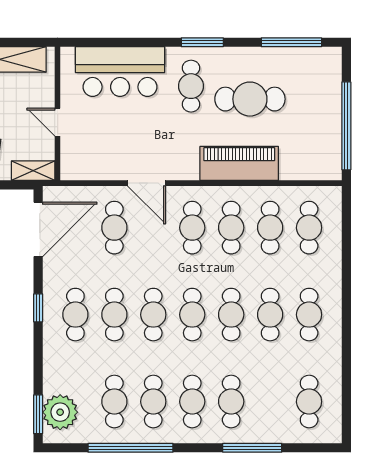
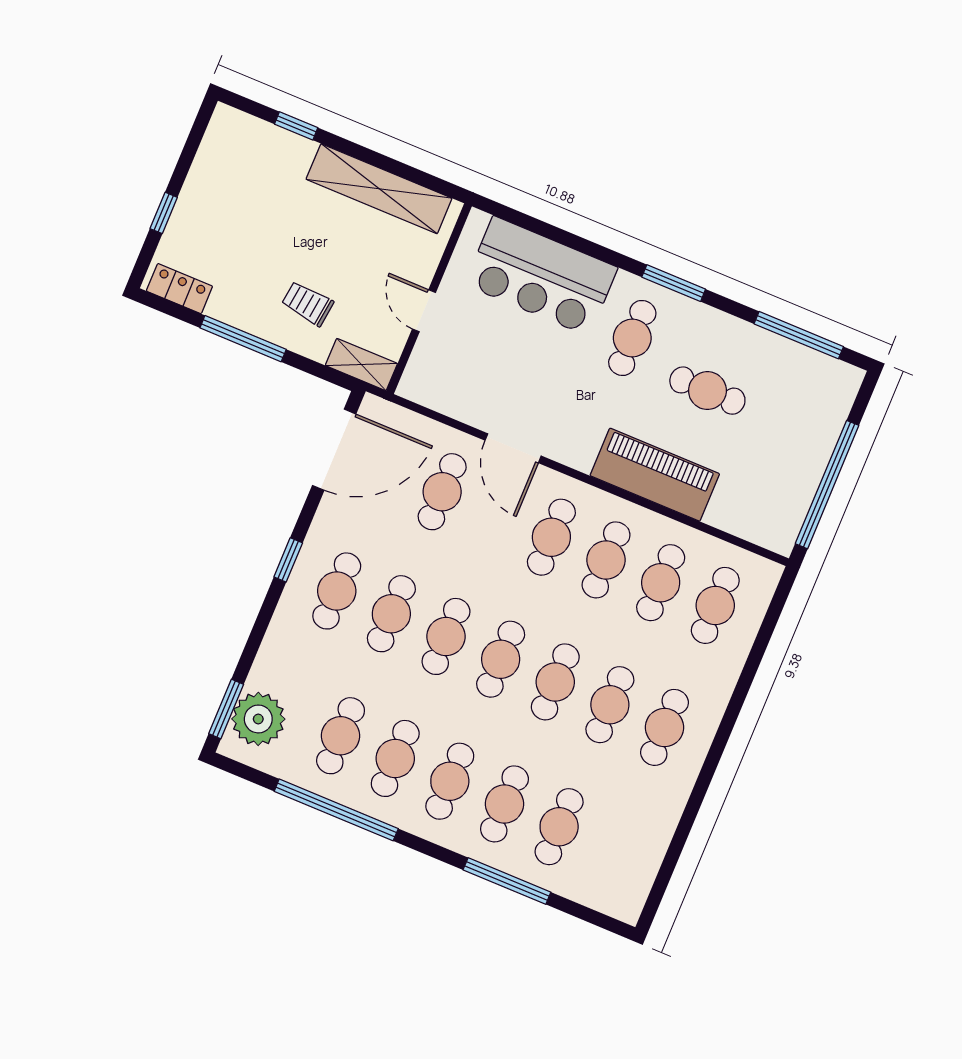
cafe table: (250, 99) -> (707, 391), width x0.73, depth x0.74
cafe table: (309, 402) -> (559, 827), moved

